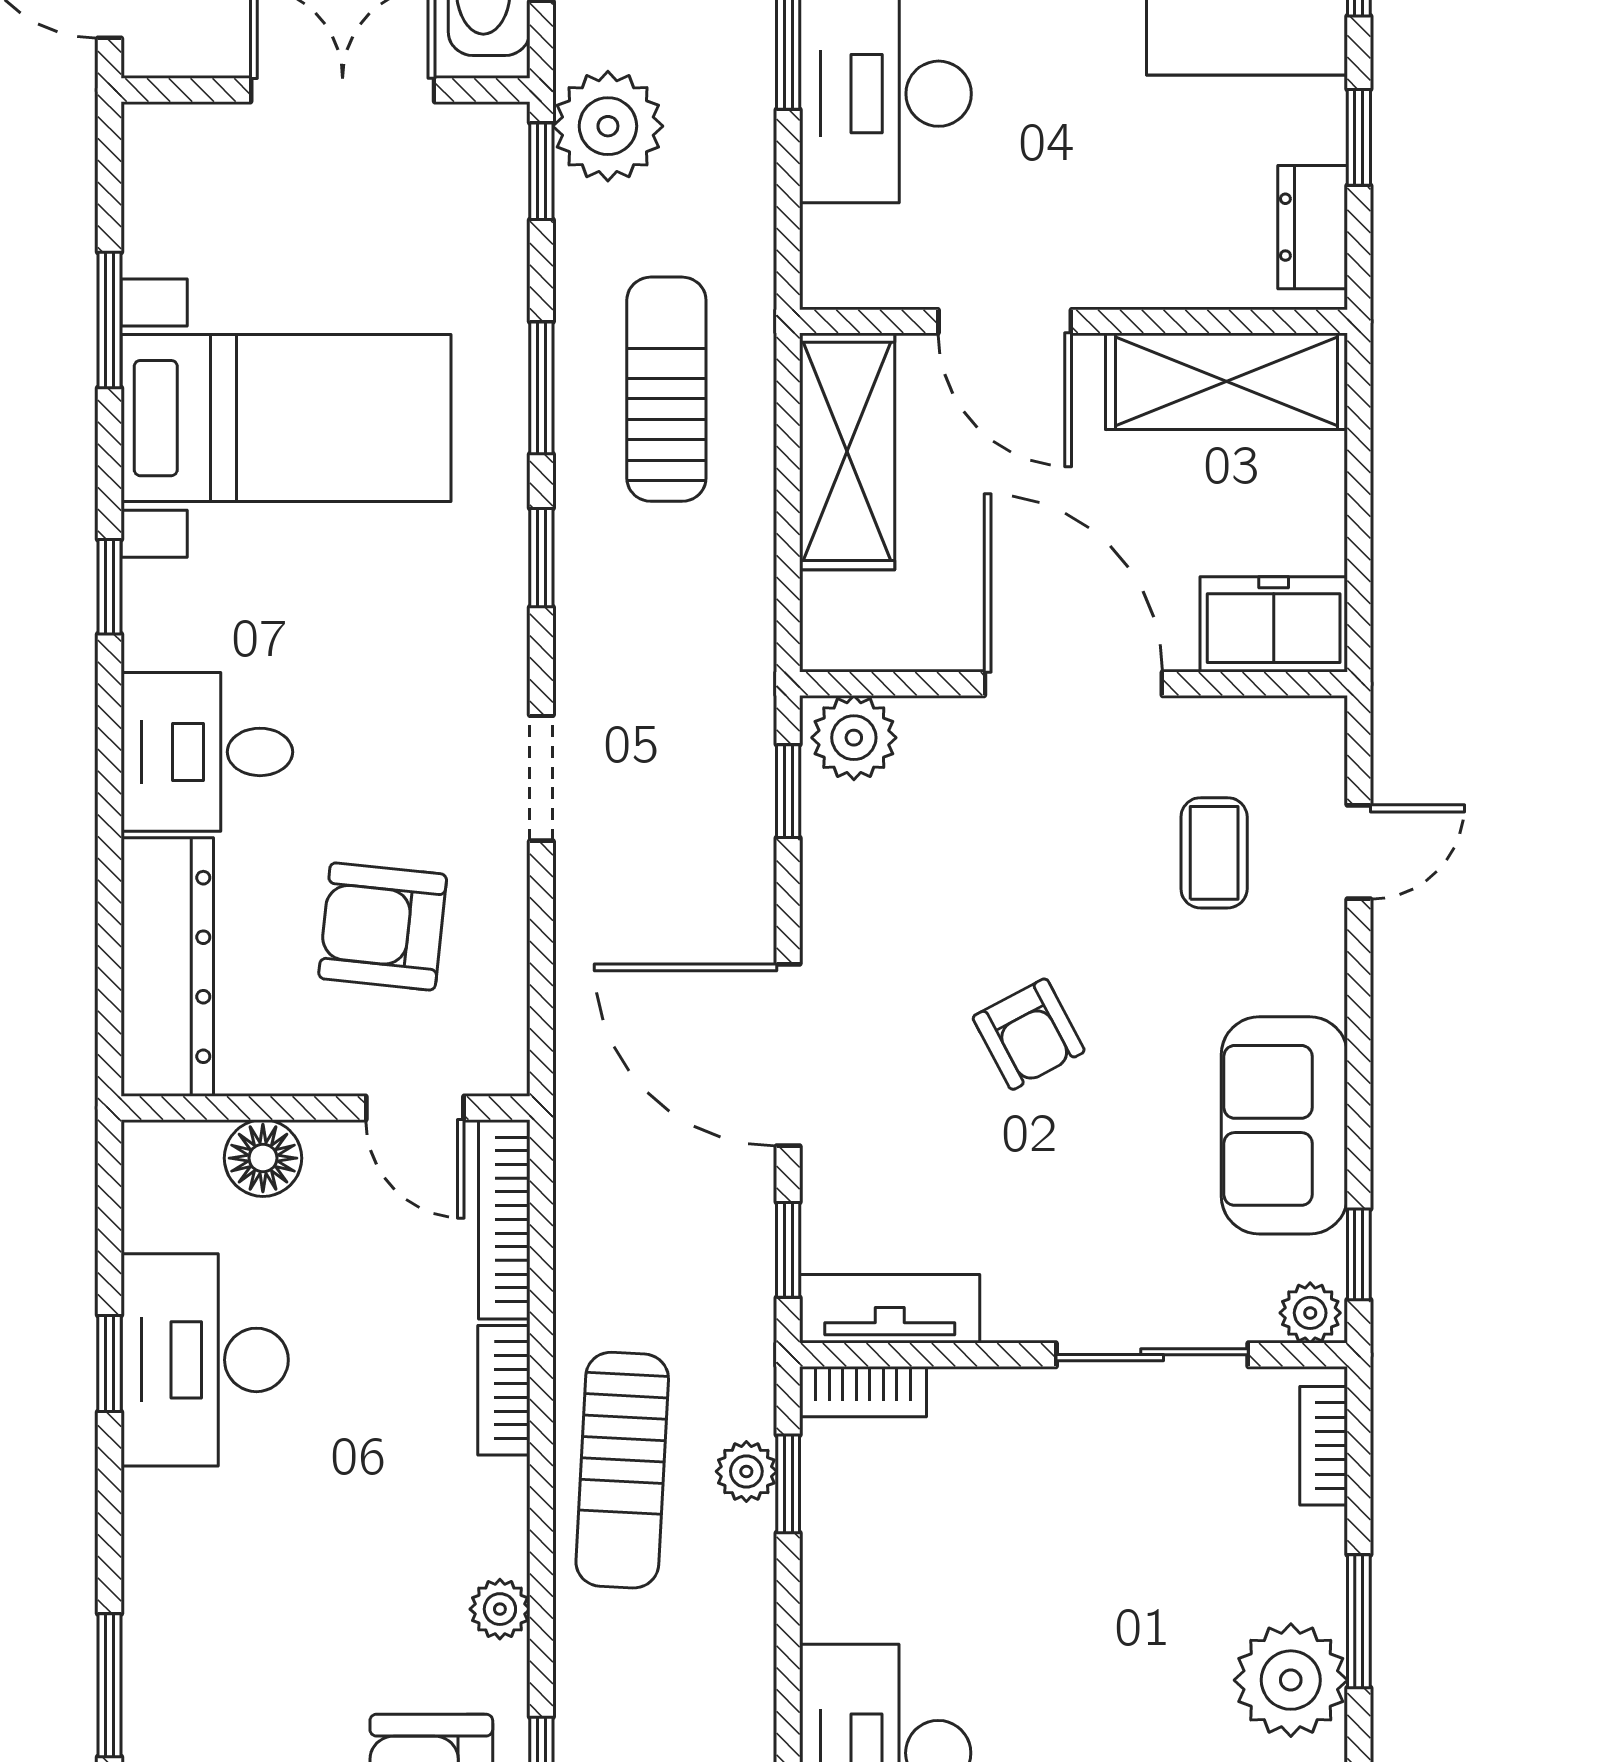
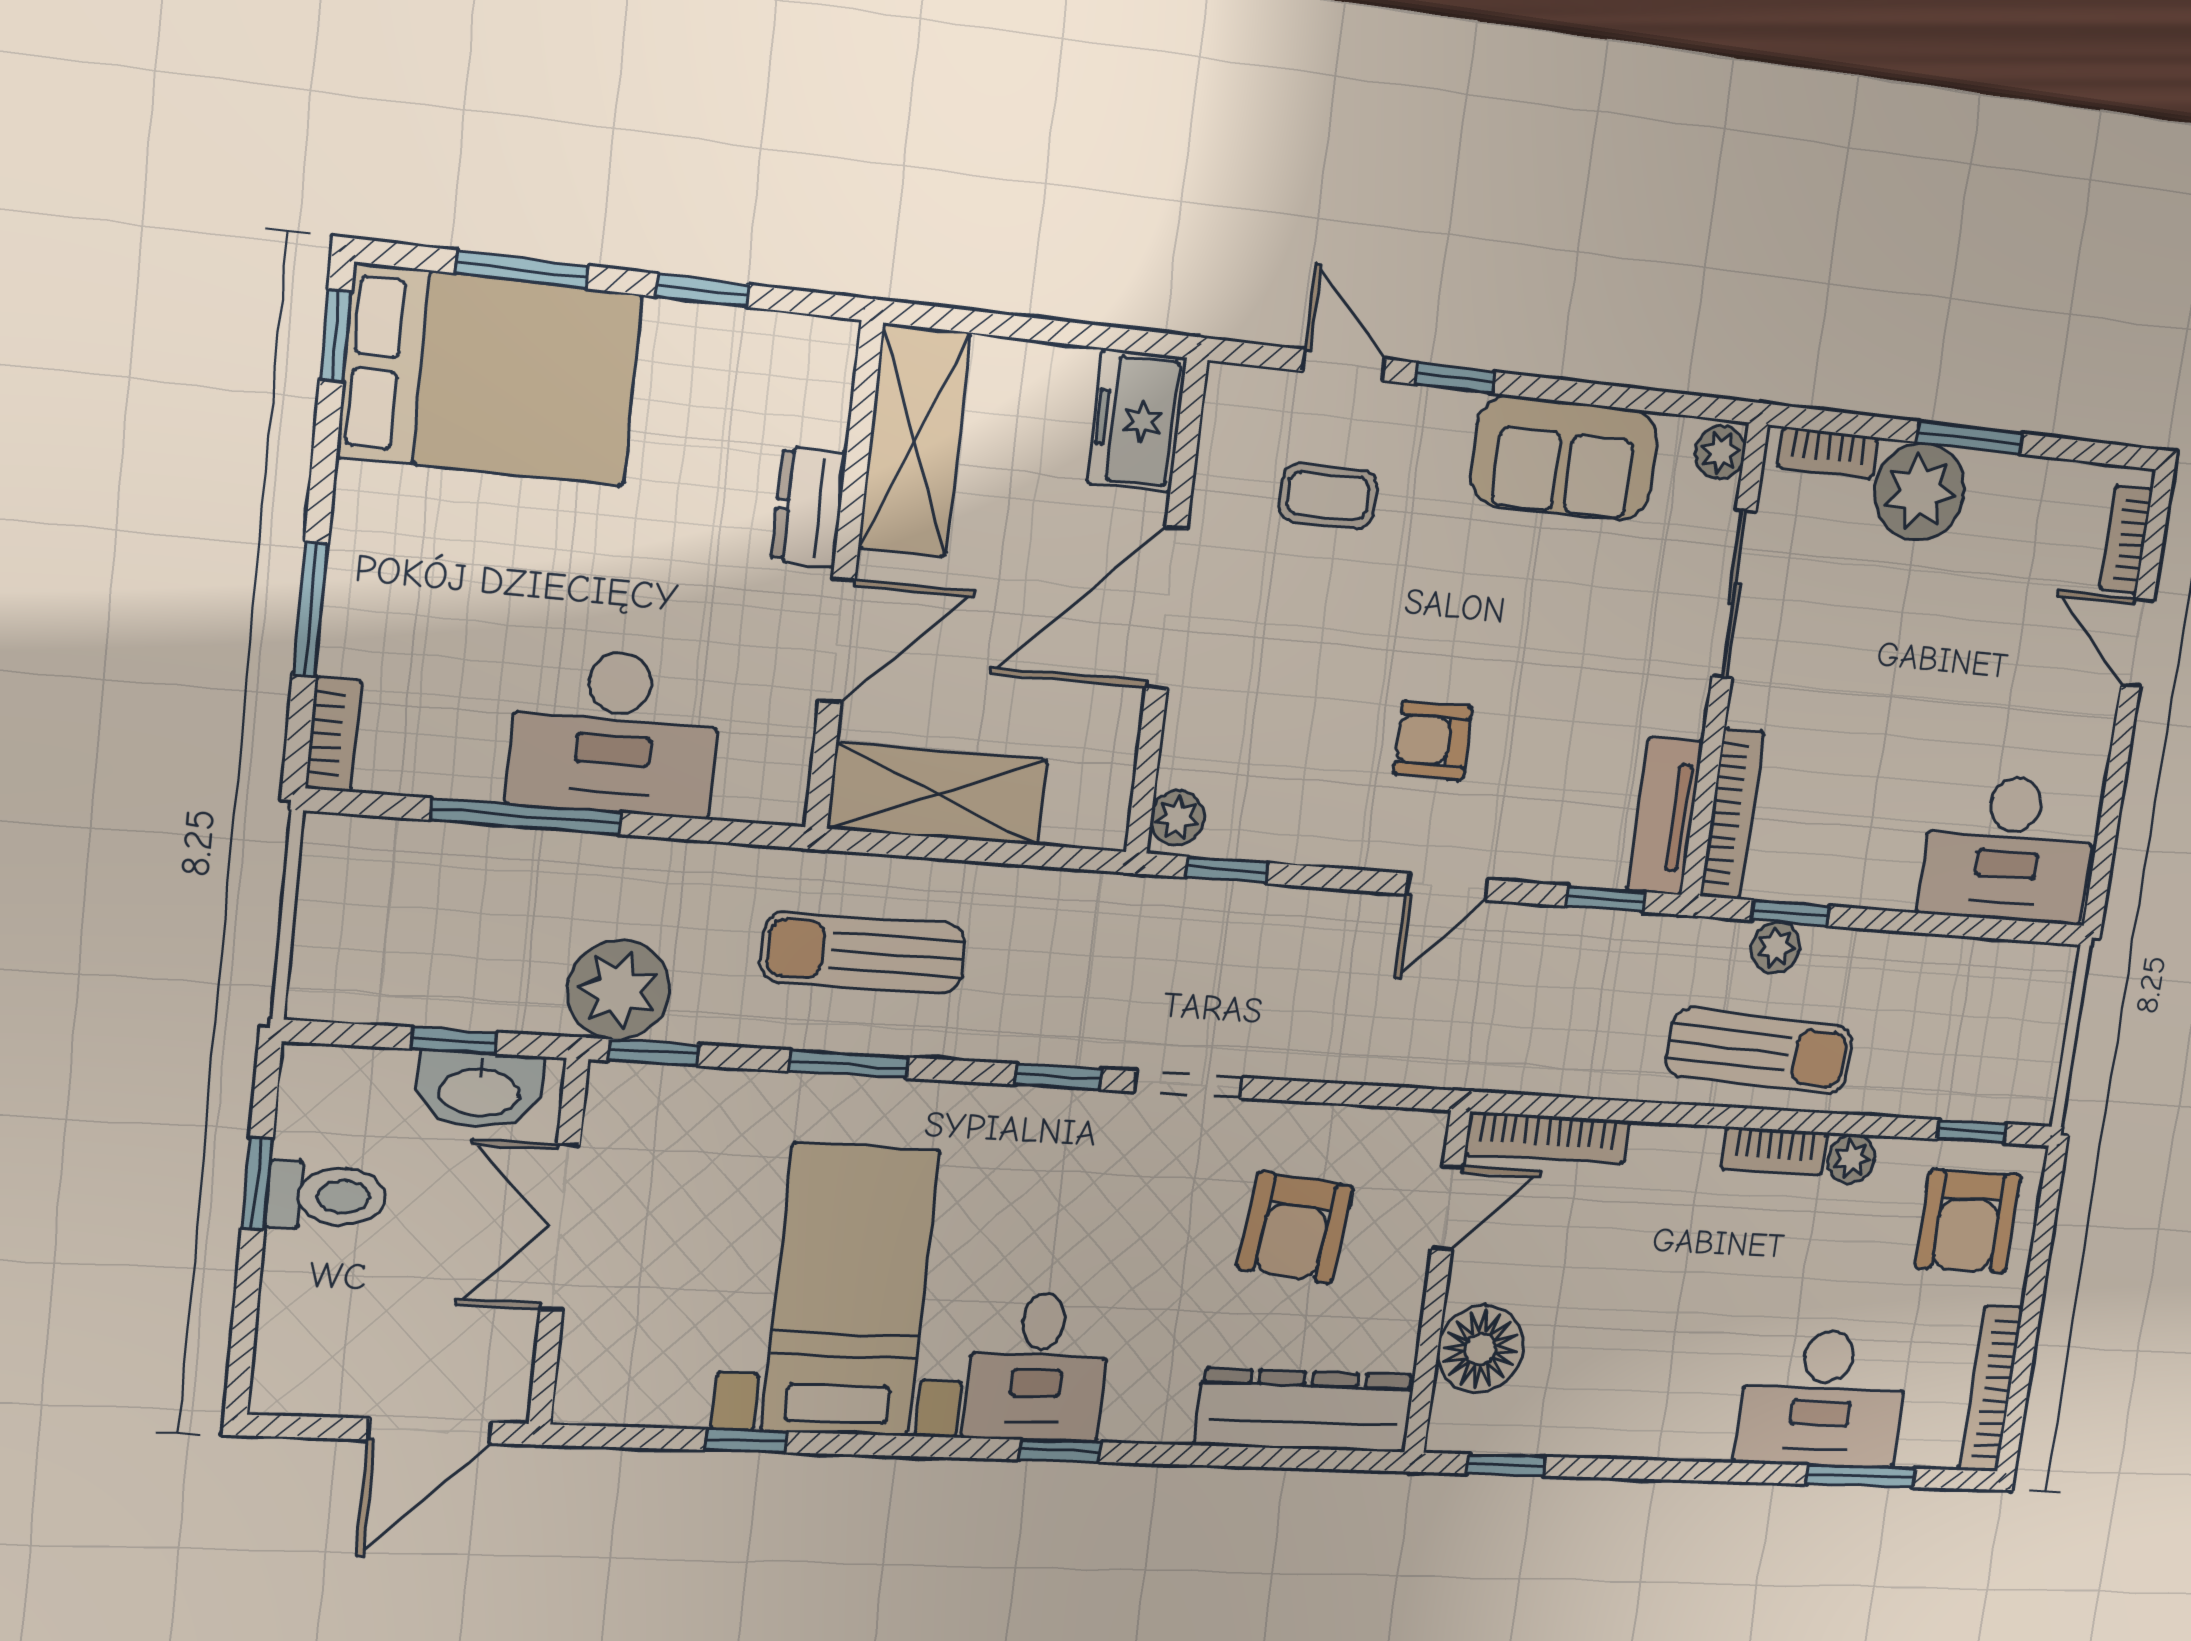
dresser: (1313, 227) -> (809, 507), moved, turned 90
window: (110, 320) -> (746, 1441), width x0.67
window: (541, 558) -> (1059, 1077), moved
window: (110, 587) -> (1060, 1451), moved
plant: (854, 738) -> (1177, 818), width x0.73, depth x0.73
desk: (207, 752) -> (1038, 1367), moved
armchair: (1029, 1034) -> (1433, 740), moved, turned -152
door: (788, 1055) -> (1447, 887), width x0.53
floor lamp: (263, 1158) -> (1480, 1349), width x1.38, depth x1.38
window: (1359, 1254) -> (1455, 378), moved
desk: (205, 1360) -> (1823, 1398), moved
window: (110, 1364) -> (1506, 1465), moved
bookcase: (504, 1390) -> (1774, 1151), moved
bookcase: (863, 1392) -> (1732, 814), width x1.56
plant: (1291, 1680) -> (1919, 492), moved

